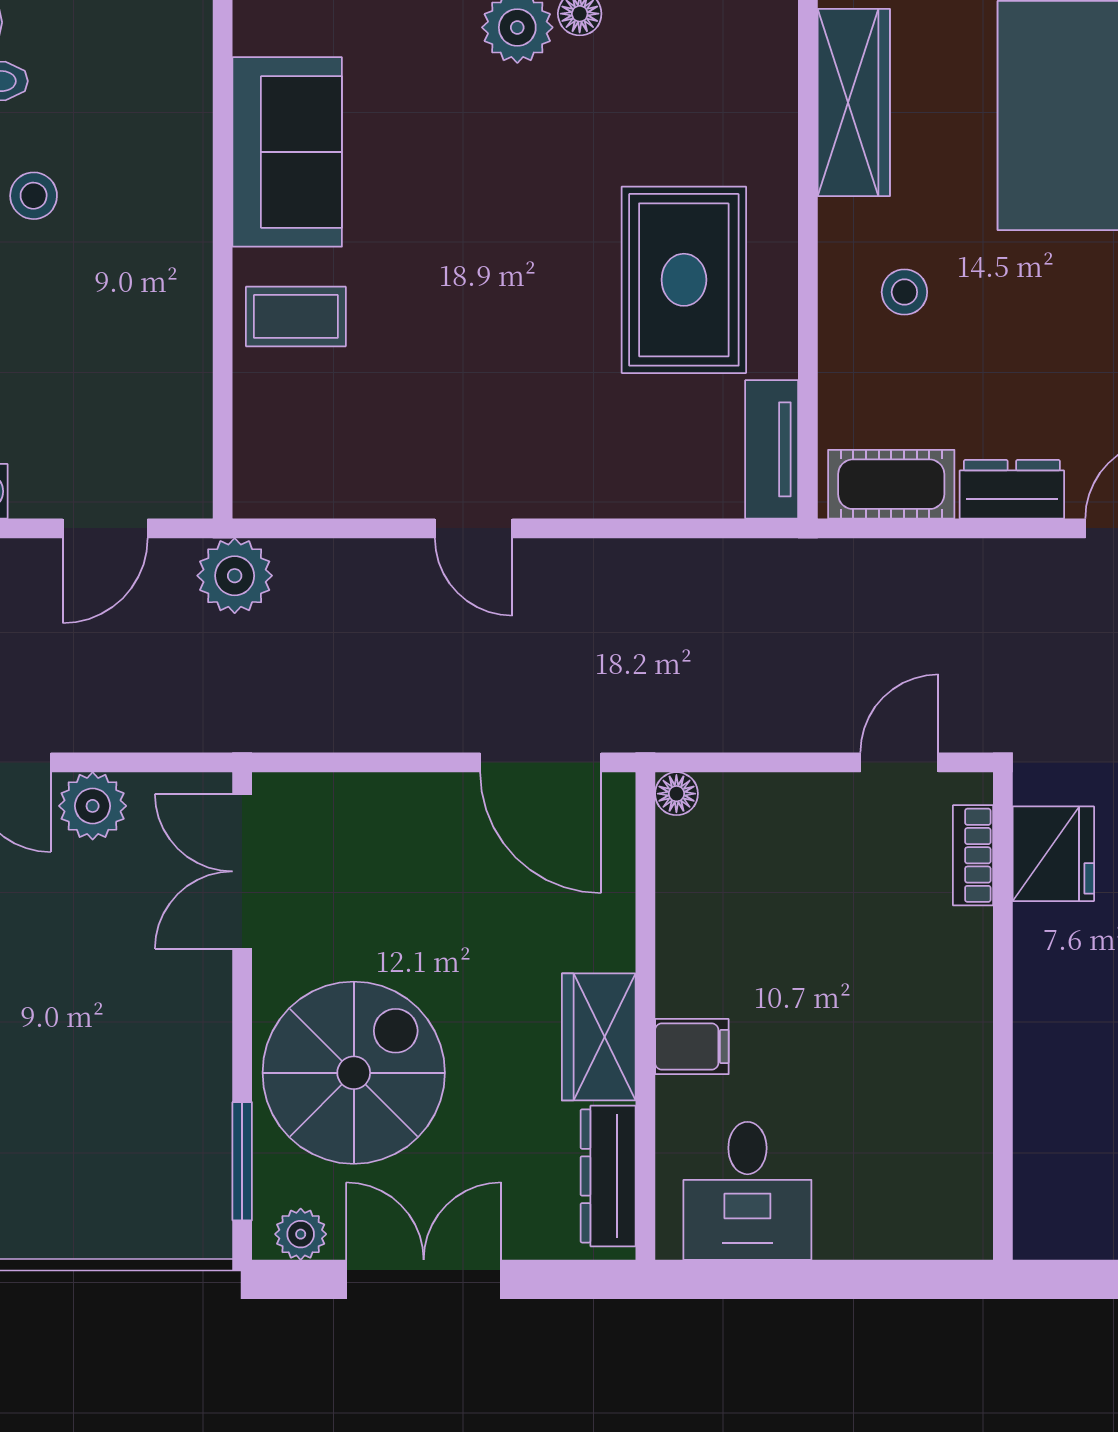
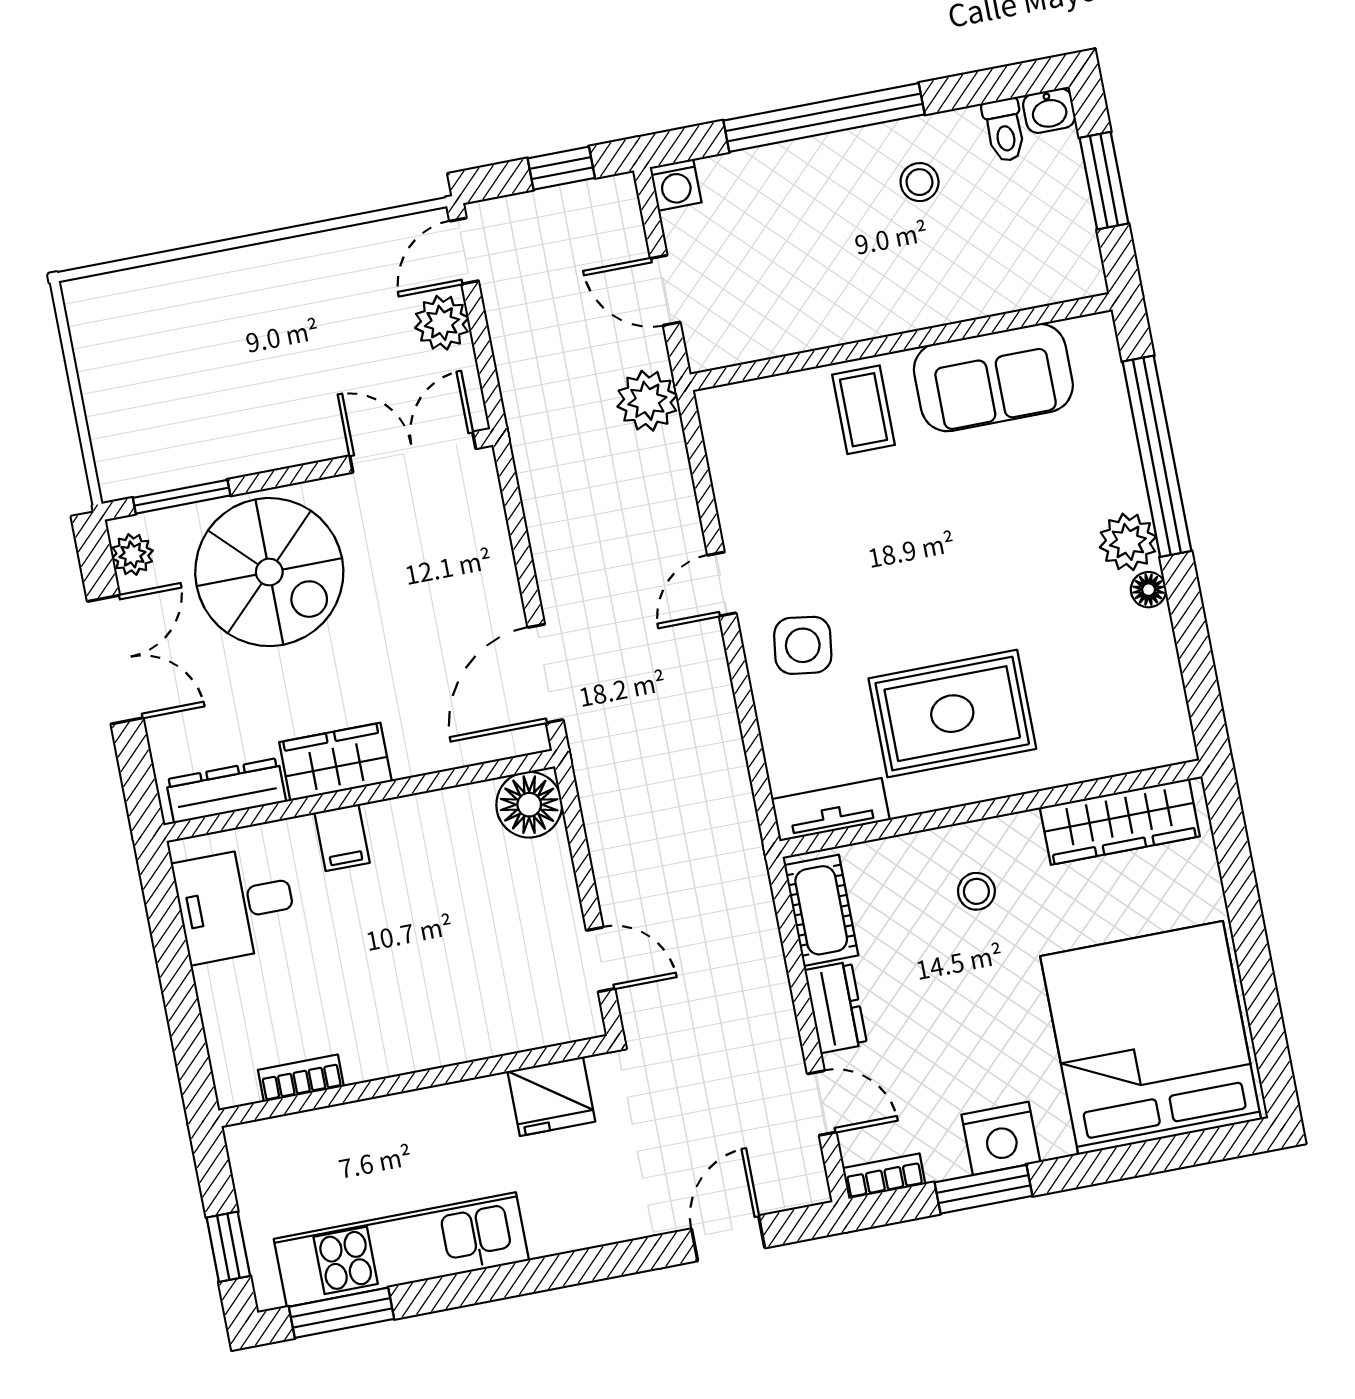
side table: (567, 445) -> (803, 645), added
floor lamp: (676, 794) -> (529, 805), width x1.89, depth x1.89
bookcase: (973, 855) -> (301, 1078), moved

